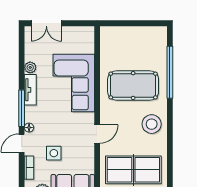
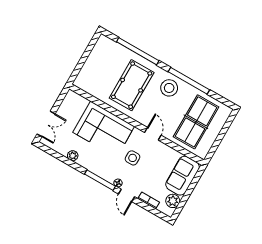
tv unit: (30, 90) -> (90, 165), removed
window: (170, 140) -> (189, 81), added
side table: (54, 153) -> (133, 158), moved

